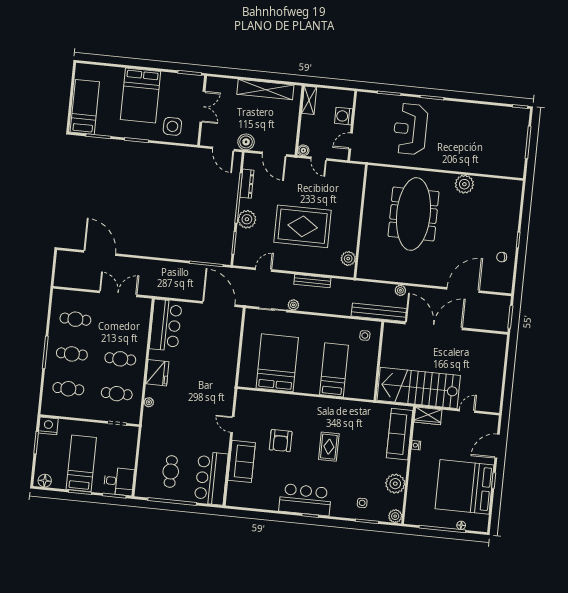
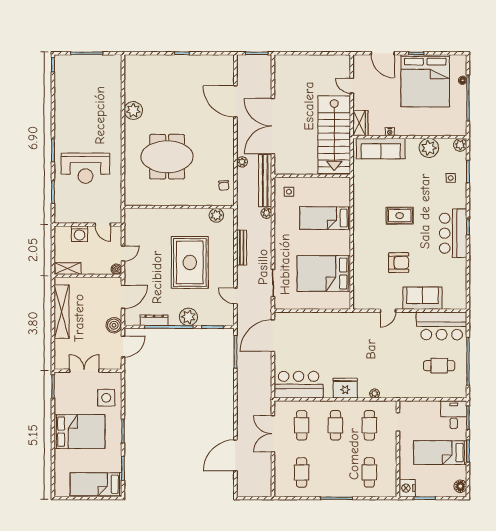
meeting table: (413, 214) -> (167, 157), width x0.73
chair: (502, 257) -> (224, 185), moved
plant: (293, 305) -> (266, 213), moved
cafe table: (72, 354) -> (302, 425), moved

